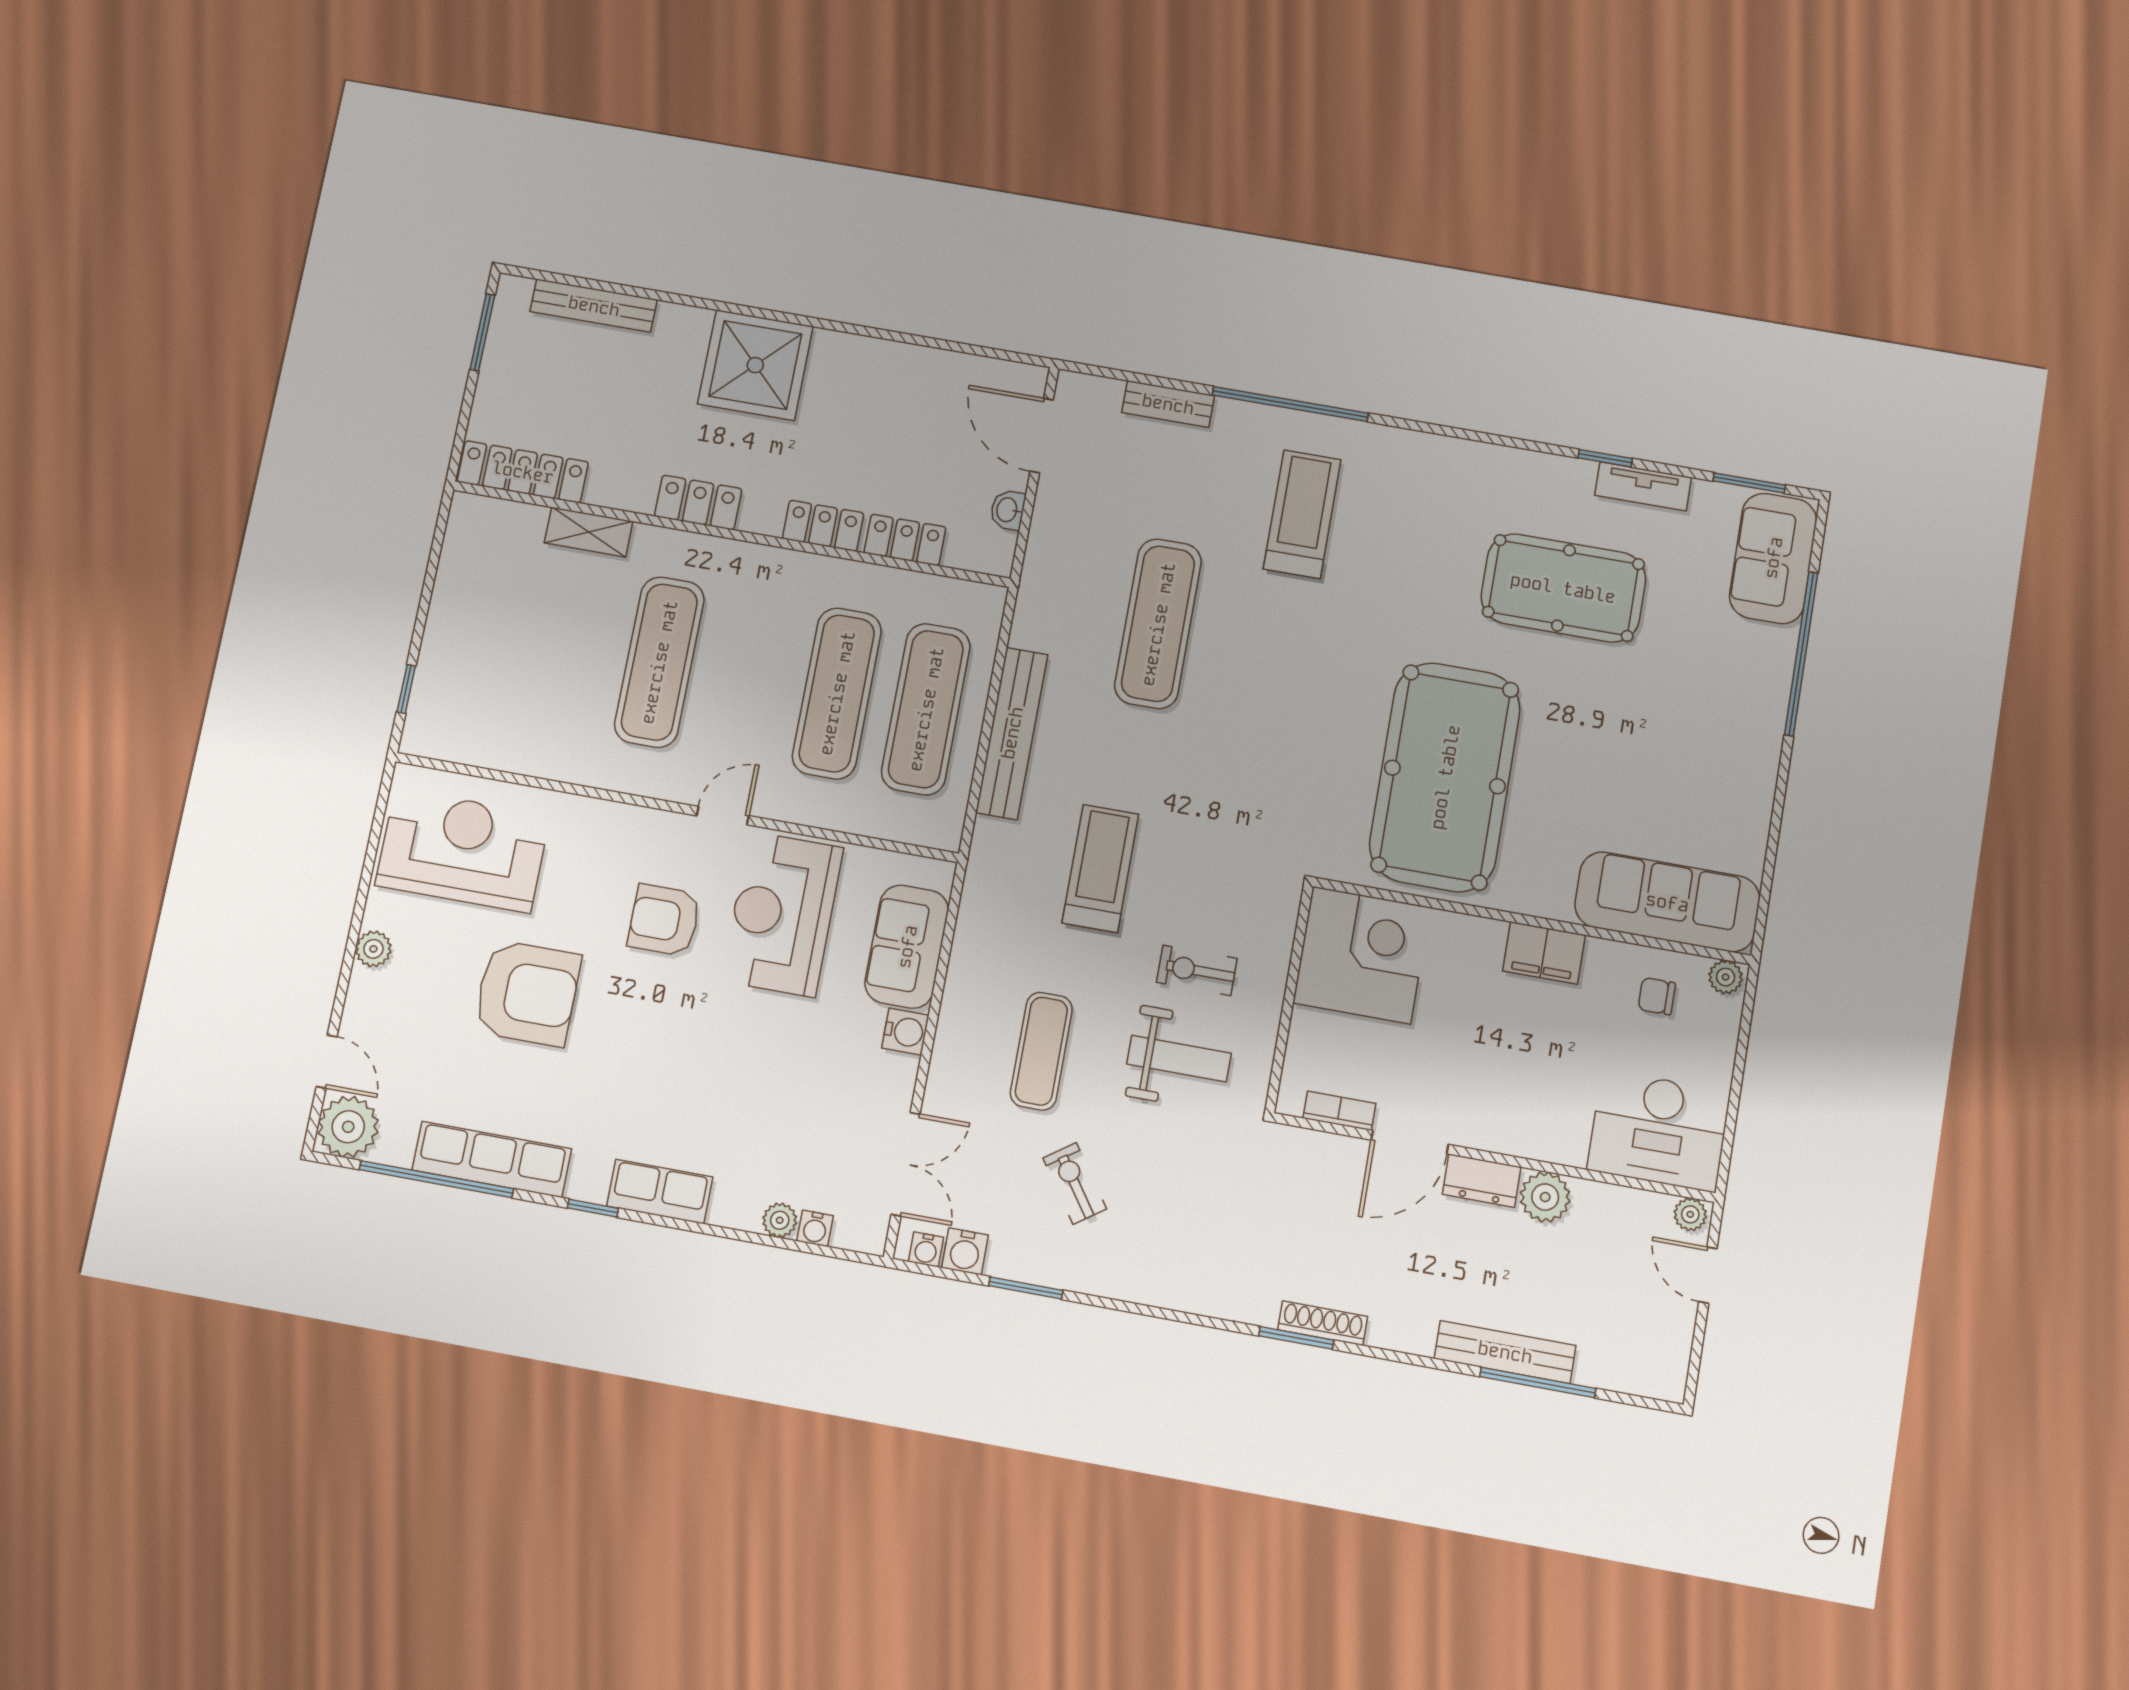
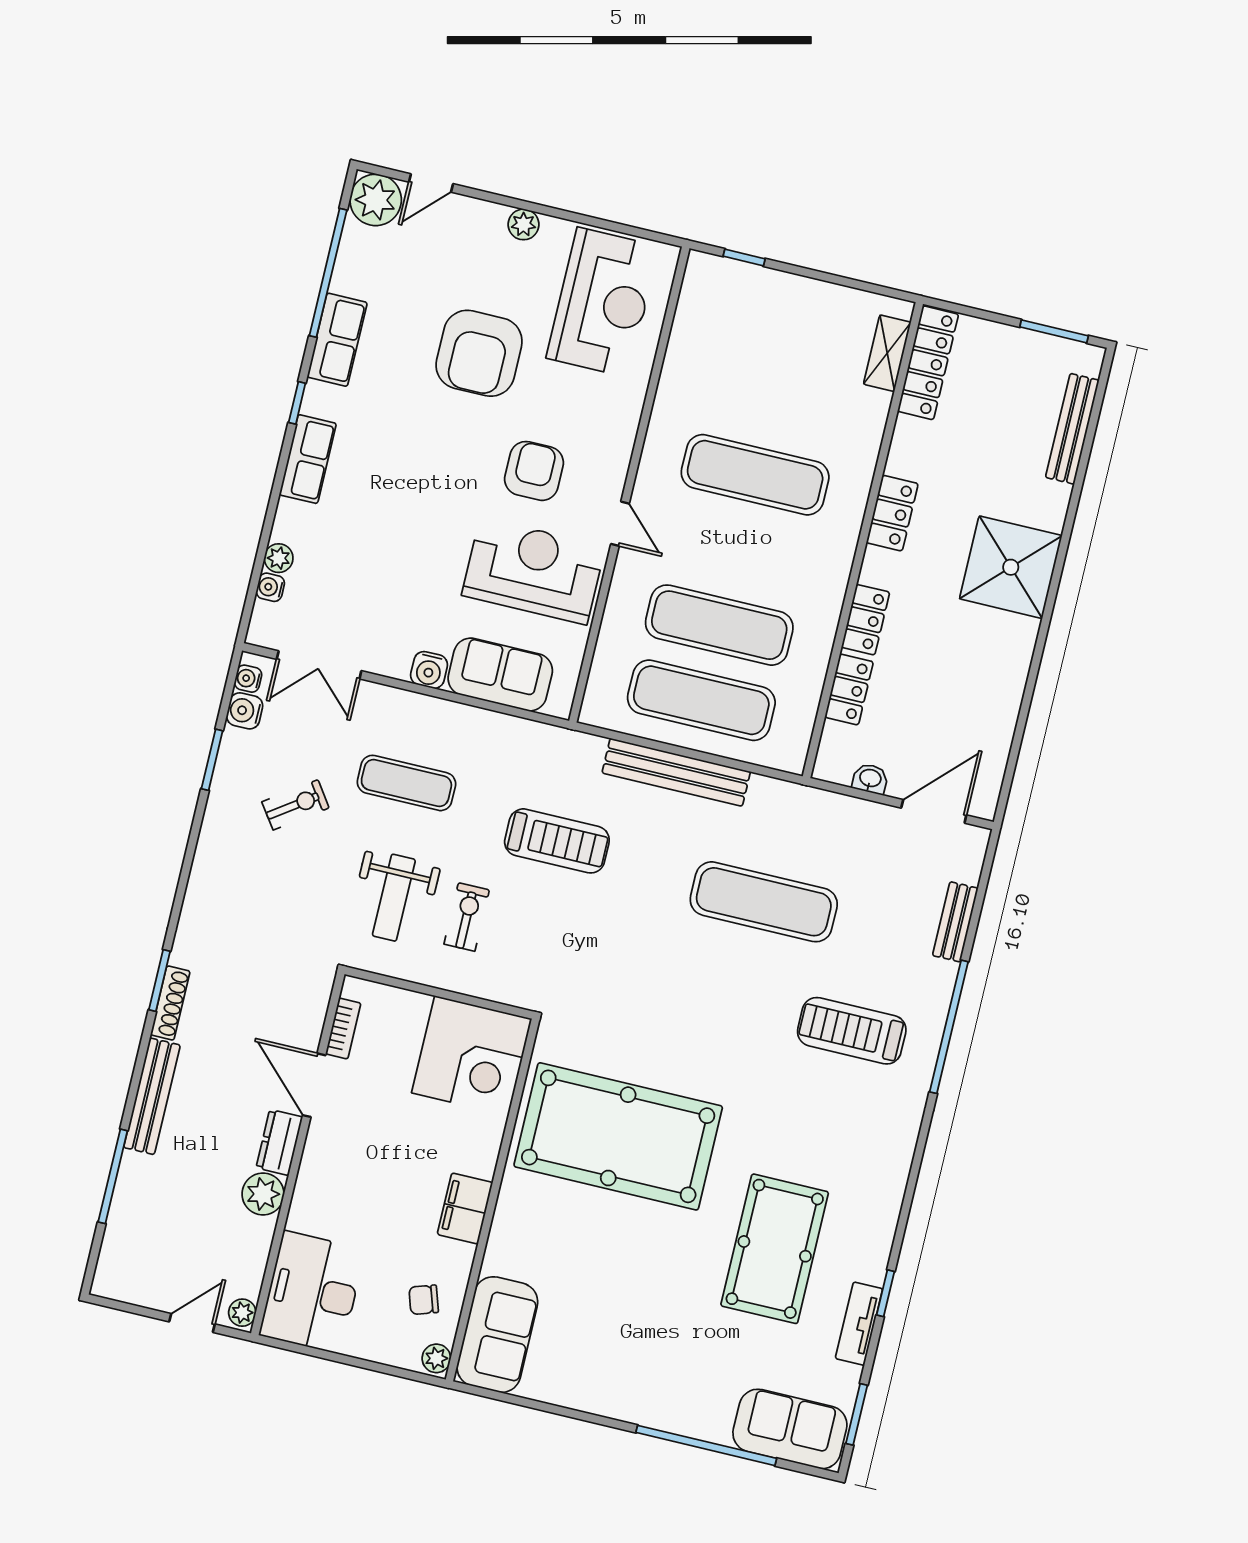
treadmill: (1302, 514) -> (852, 1031), turned 180
shelving: (589, 532) -> (887, 353), moved
sofa: (1667, 902) -> (497, 1335), width x0.73
chair: (1657, 996) -> (424, 1300), turned -108
row of seats: (492, 1159) -> (337, 340), width x0.68
bench: (1505, 1352) -> (152, 1096), moved

